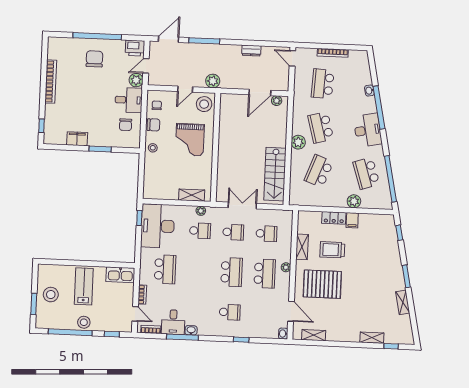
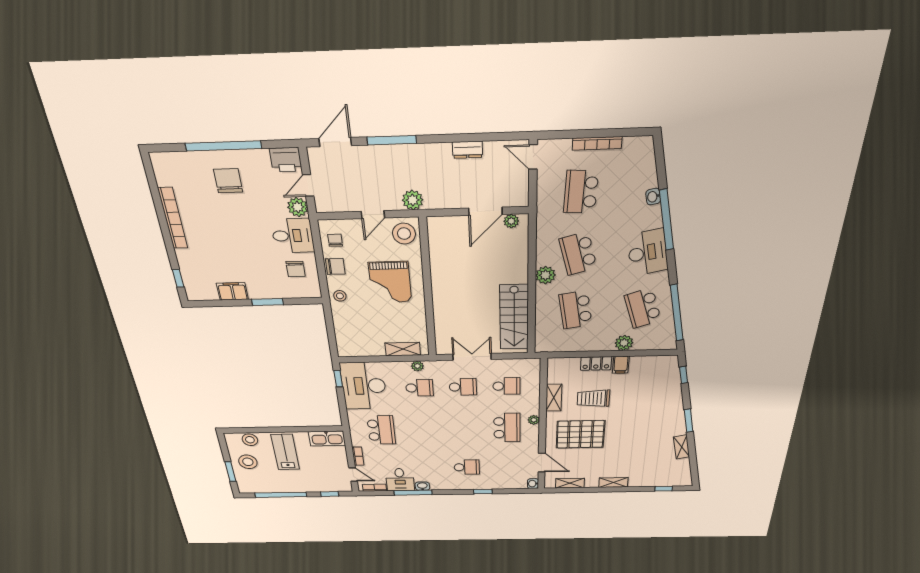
school desk: (319, 171) -> (575, 310), turned -30
school desk: (231, 272) -> (465, 428), removed
stool: (84, 322) -> (250, 440), moved
shelving: (372, 338) -> (613, 483), moved

